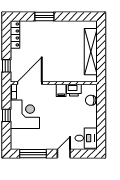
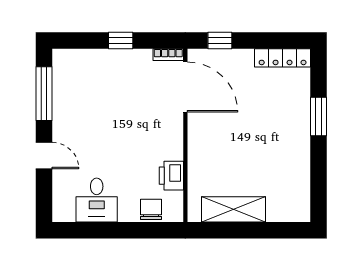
shelving: (91, 52) -> (233, 209), width x0.68
filing cabinet: (61, 90) -> (171, 150), removed
corner desk: (25, 114) -> (123, 77), removed
desk: (86, 138) -> (97, 200), moved

